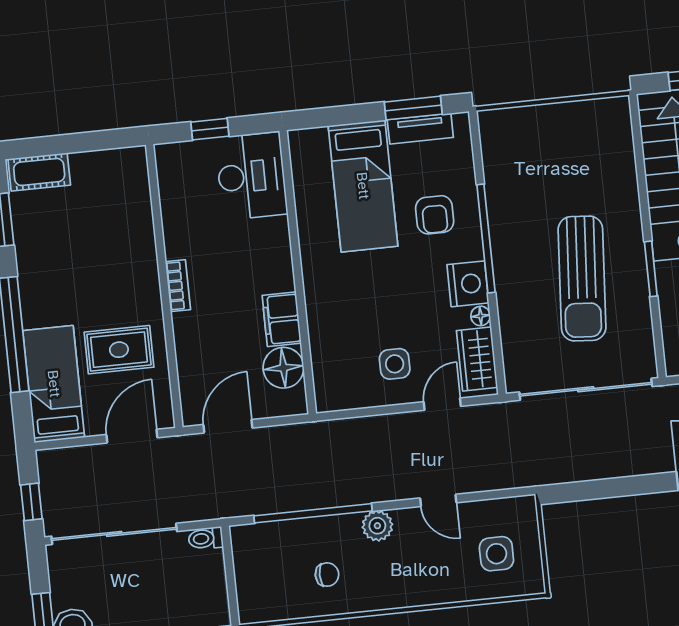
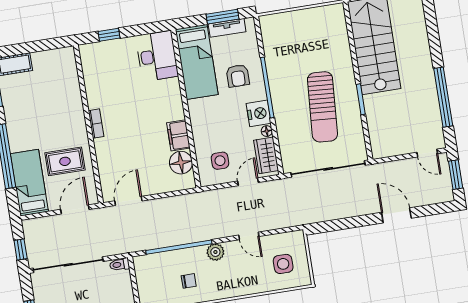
desk: (251, 176) -> (157, 56), moved
wall: (298, 272) -> (186, 109), moved
filing cabinet: (282, 319) -> (178, 135), moved
floor lamp: (283, 368) -> (181, 163), moved

